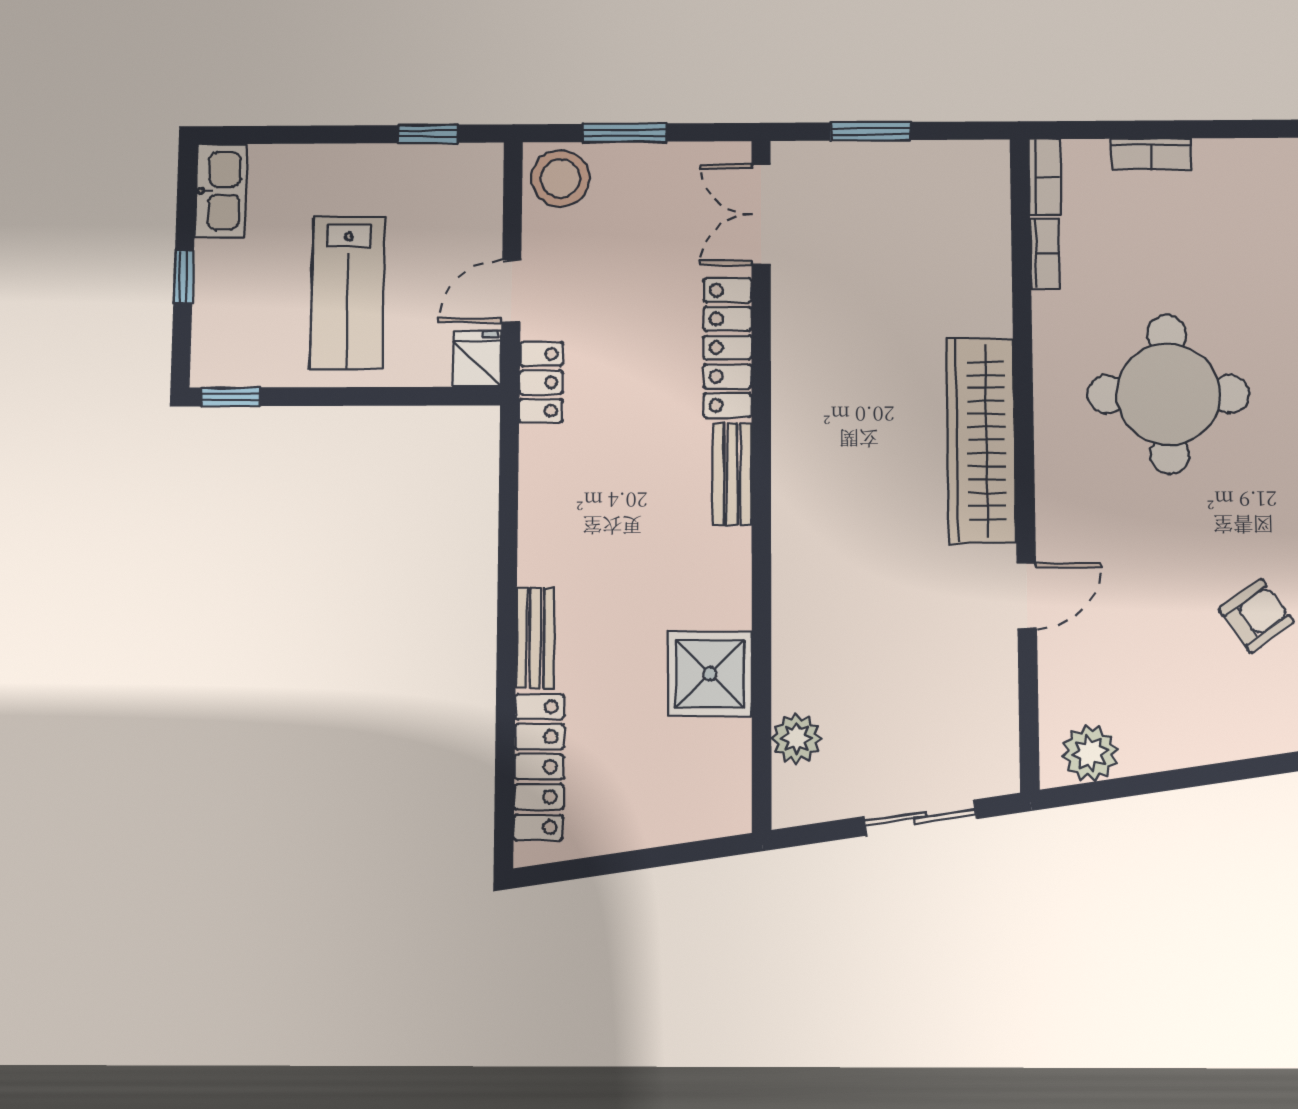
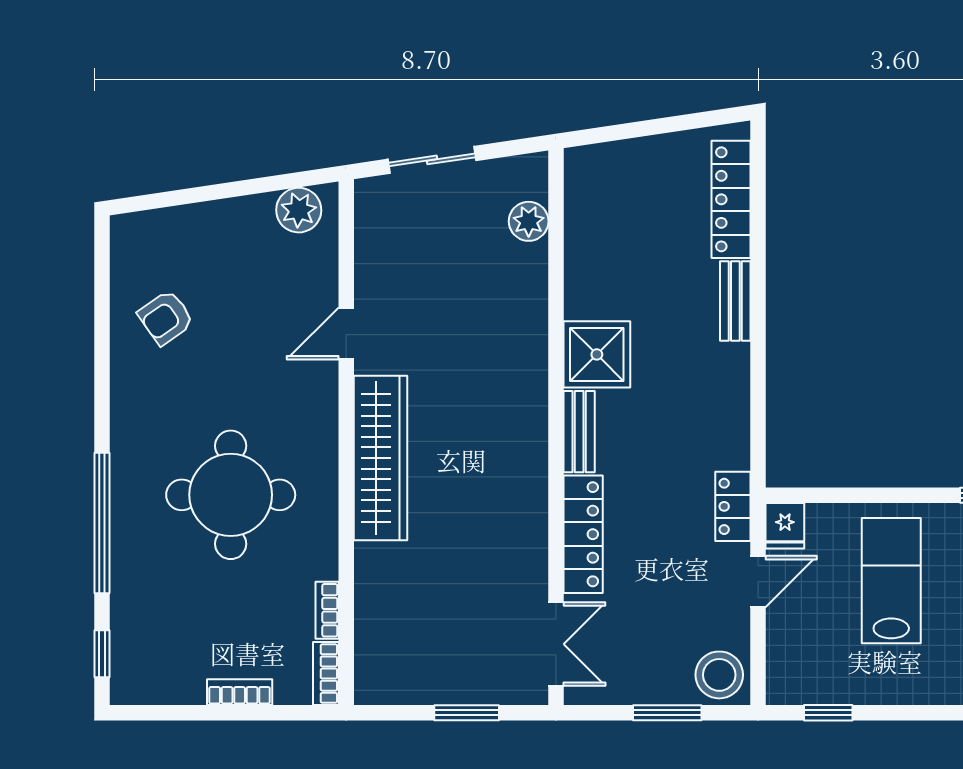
shower: (710, 674) -> (597, 354), moved

